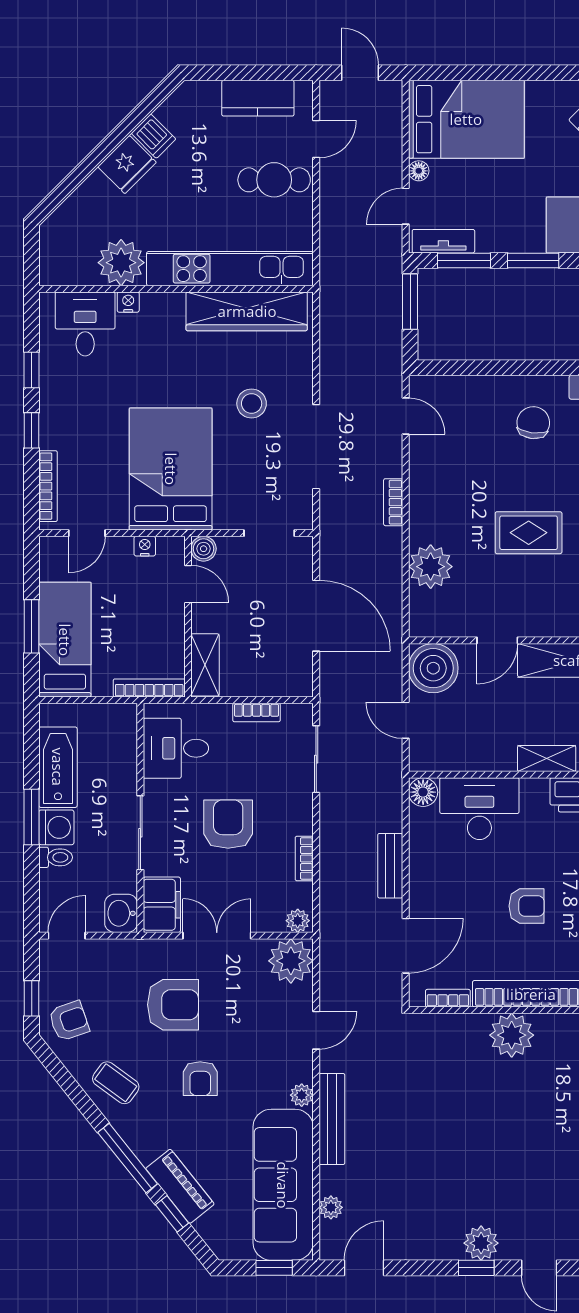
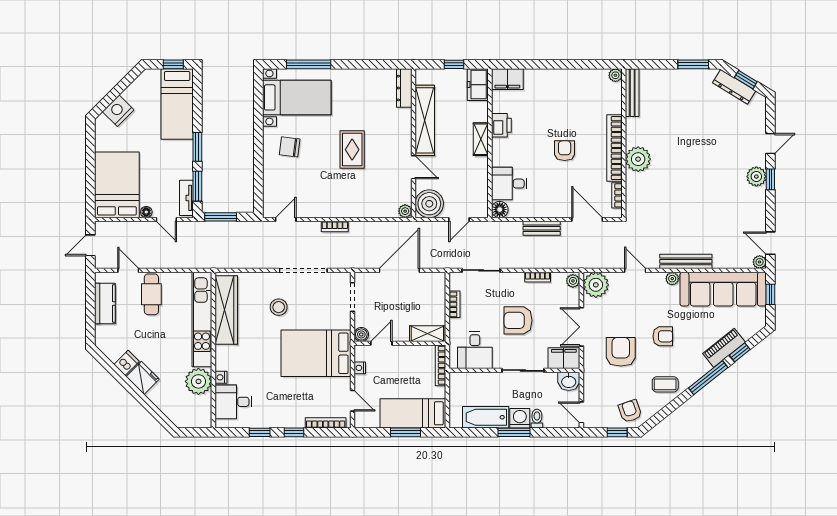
plant: (431, 567) -> (405, 211), moved, width x0.53, depth x0.53
desk: (479, 809) -> (509, 184), width x0.73
coffee table: (116, 1083) -> (665, 384), turned 54
plant: (331, 1207) -> (760, 262), moved

